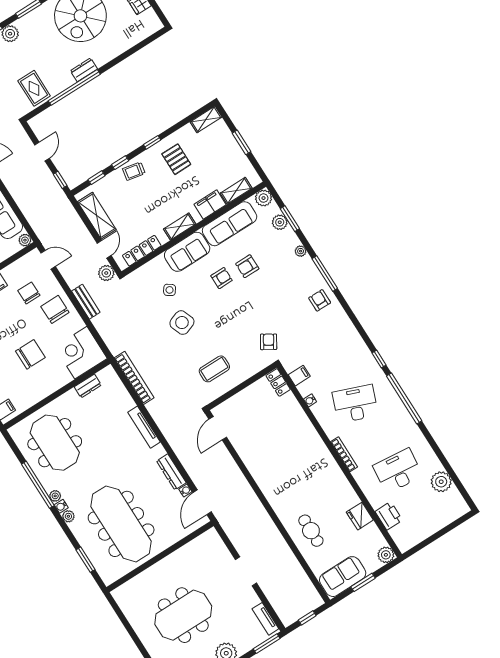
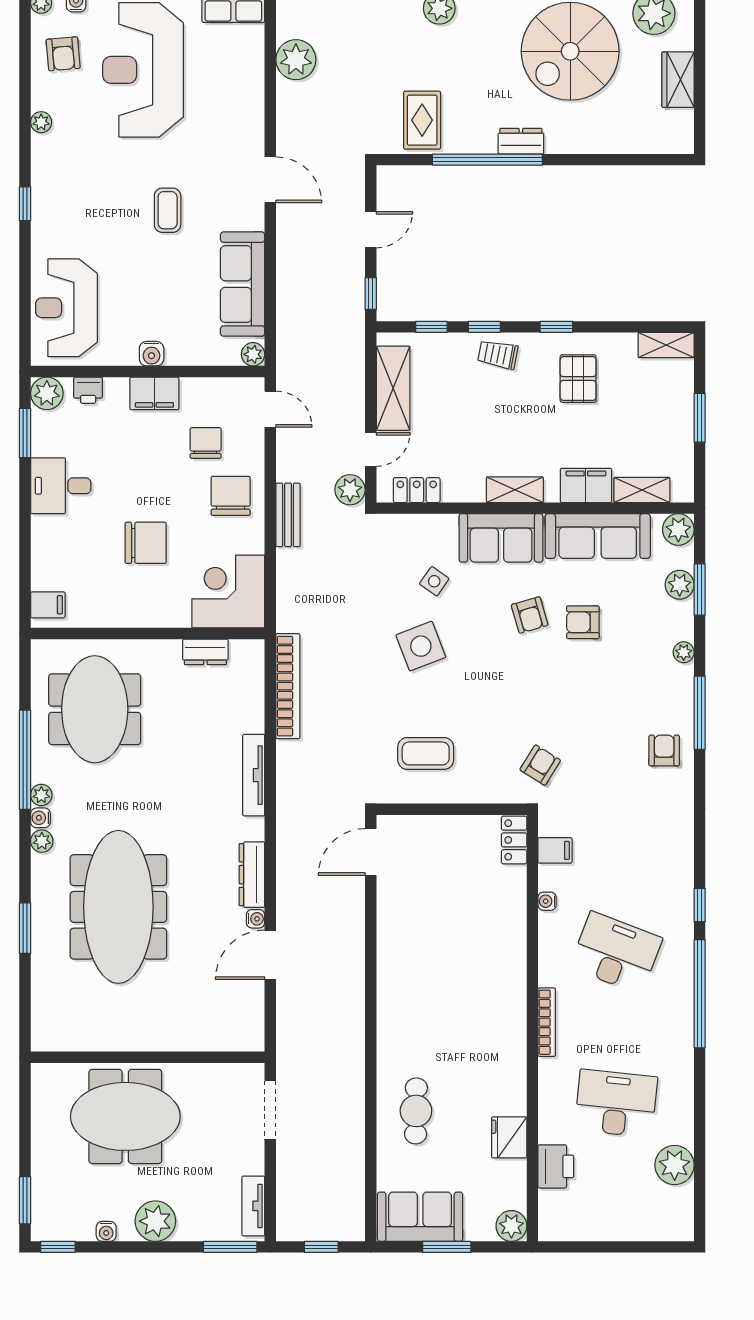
locker: (142, 251) -> (417, 490), width x0.66
armchair: (222, 278) -> (530, 615), turned 74
wall: (160, 556) -> (148, 1057), moved

